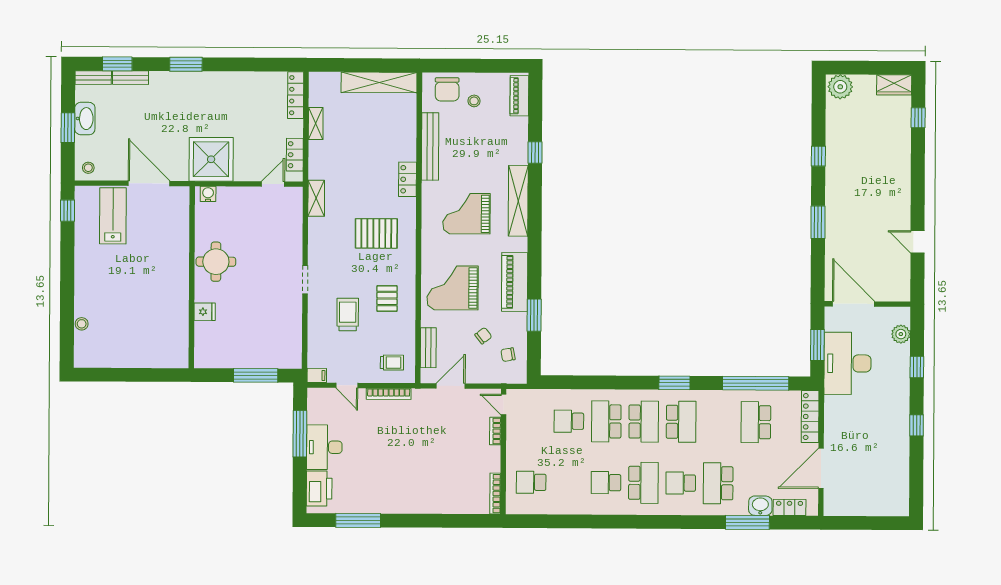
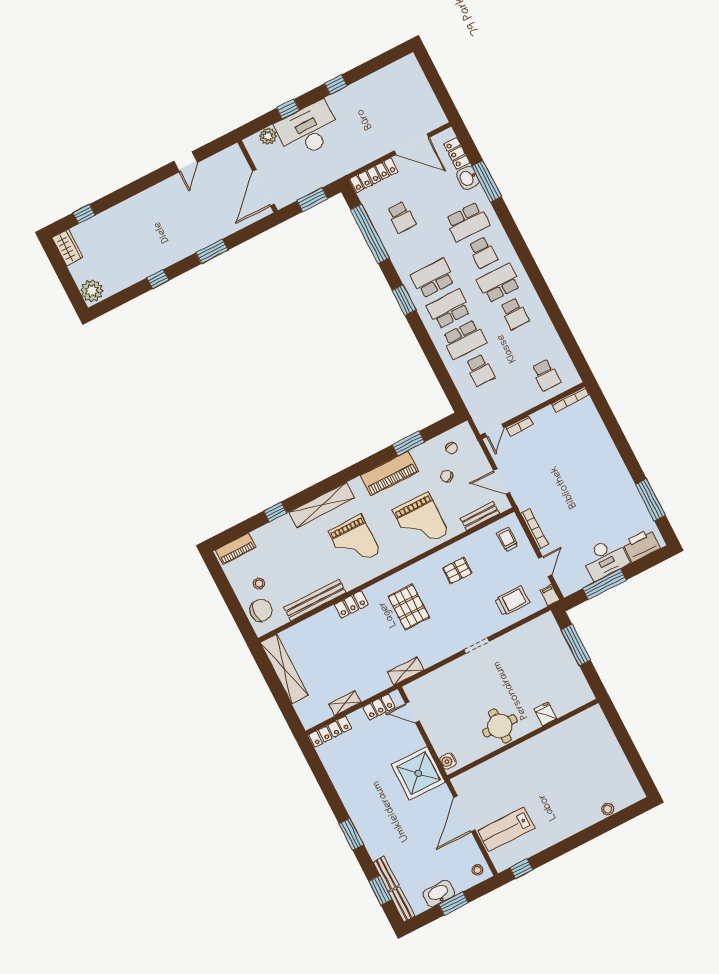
trolley: (348, 314) -> (512, 601), moved, turned 180
desk: (847, 363) -> (308, 130), moved, turned 180
school desk: (756, 422) -> (401, 217), width x0.54

